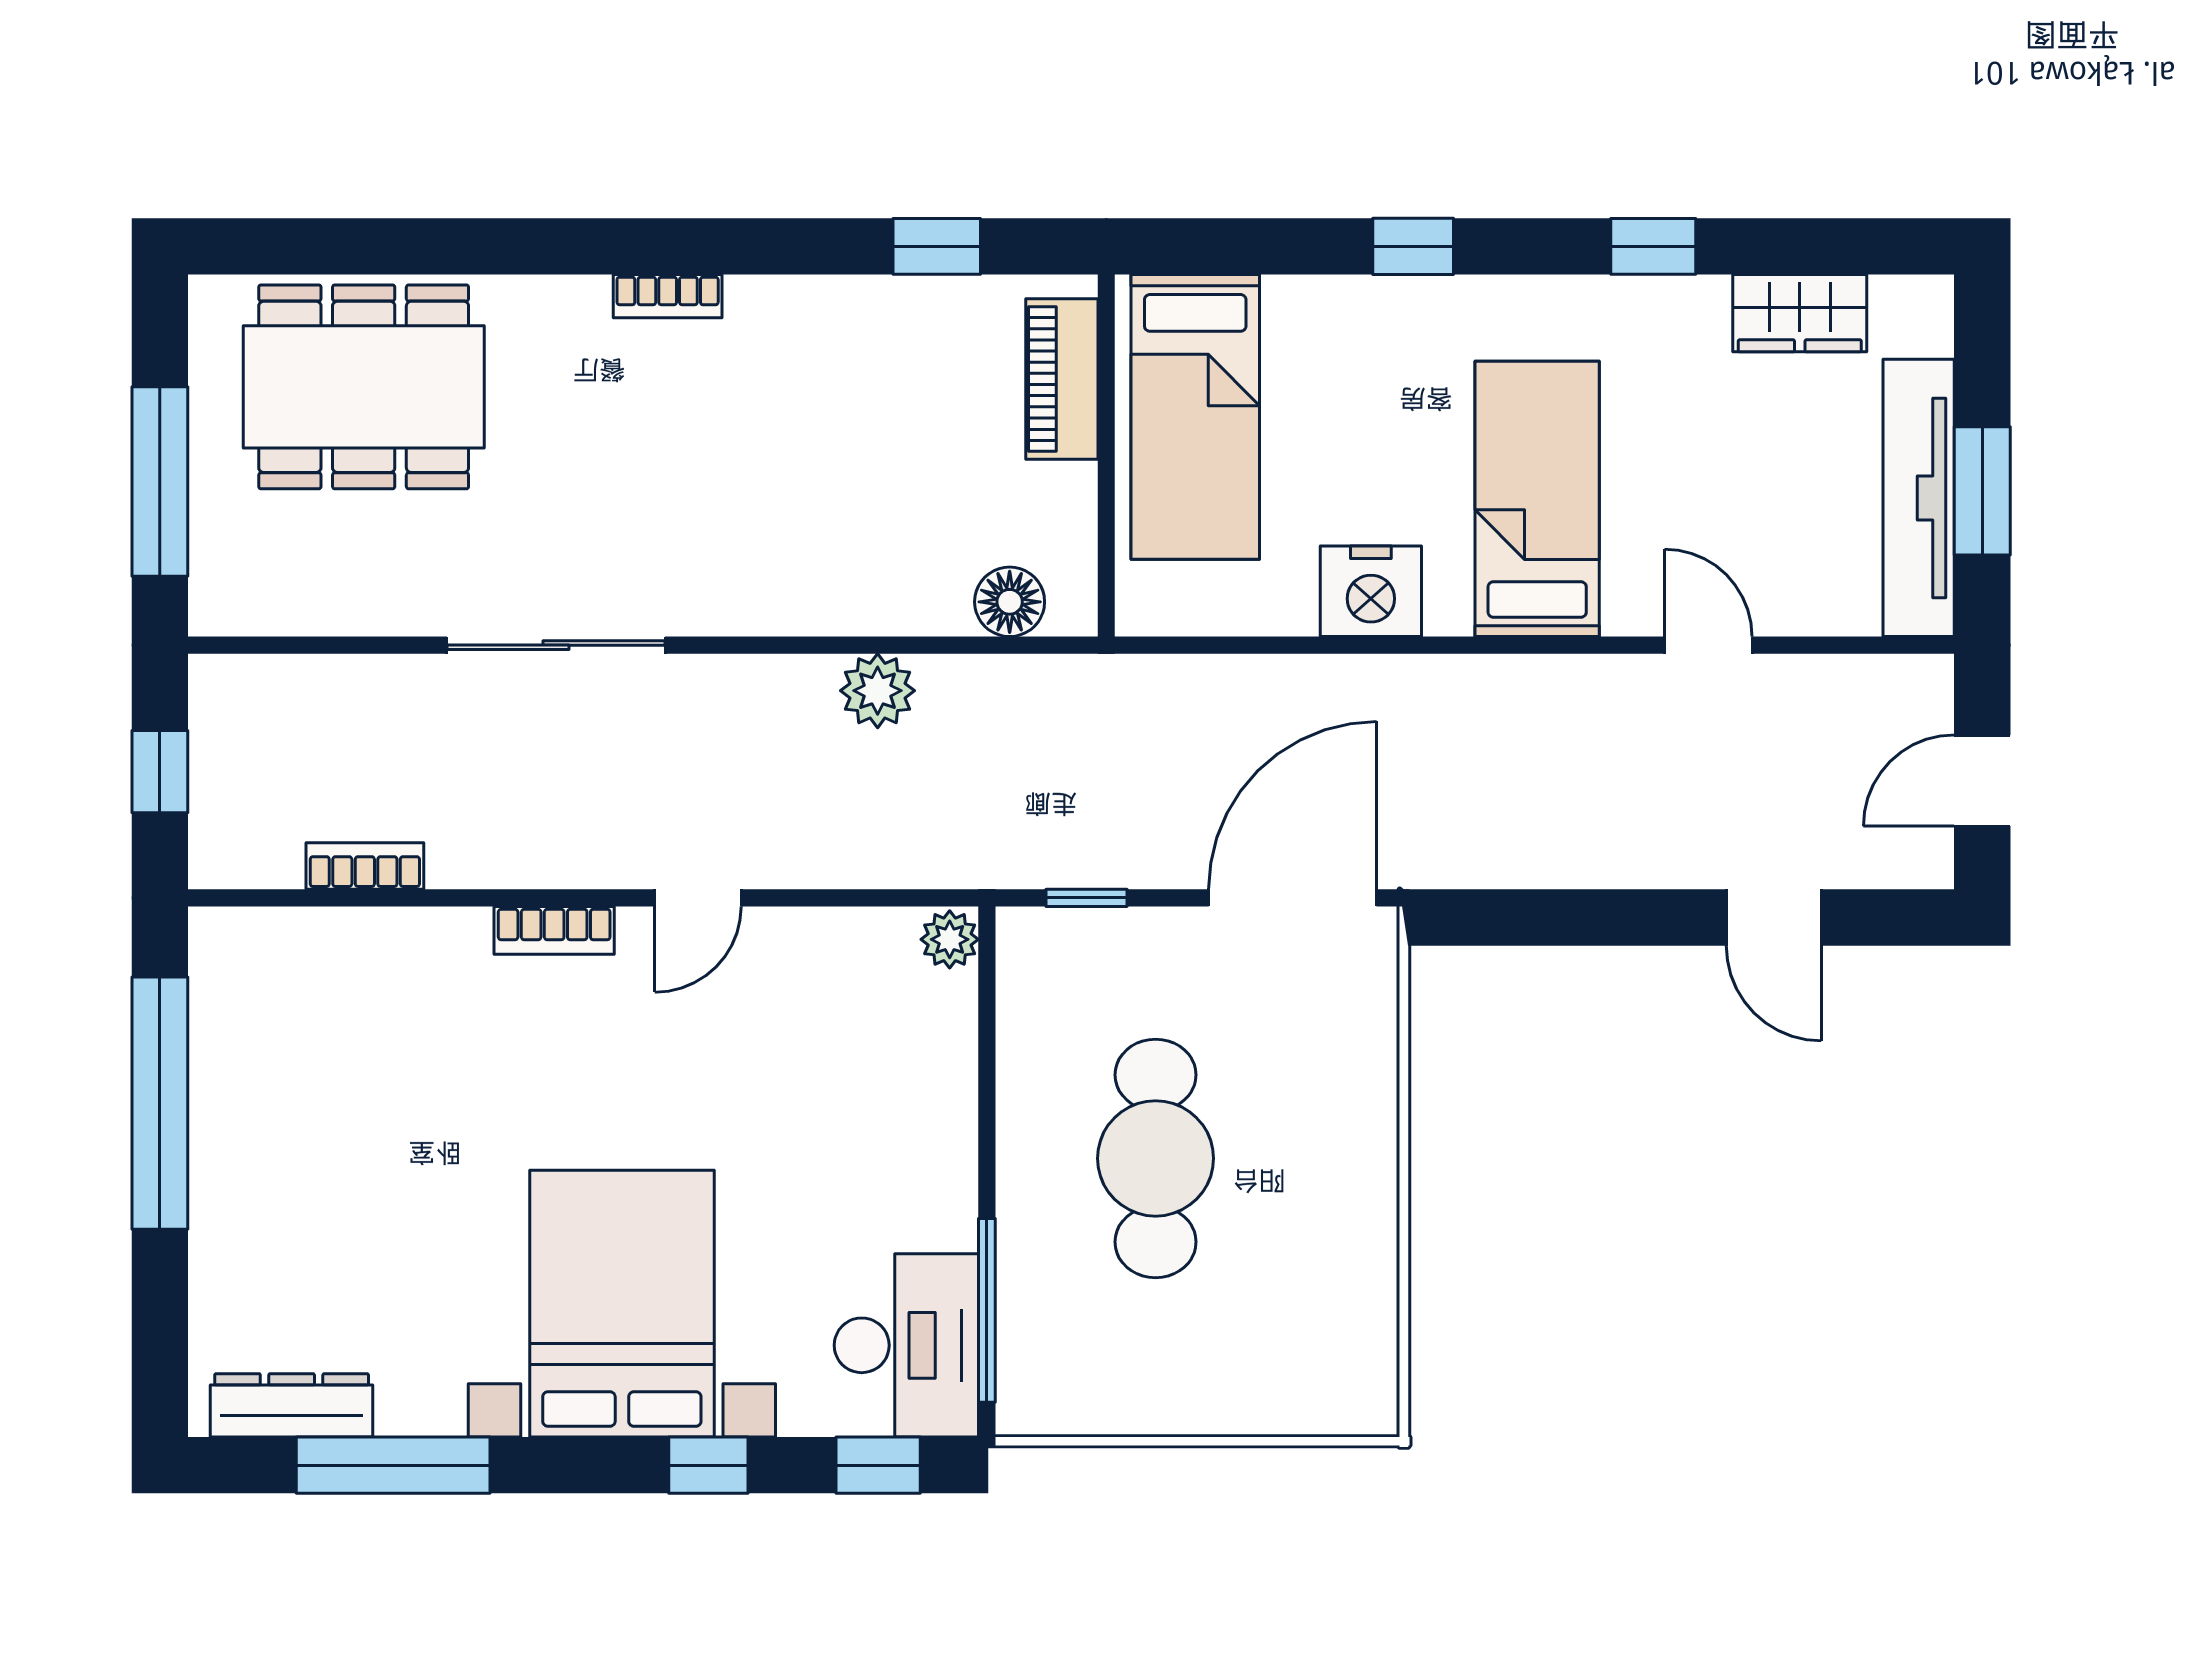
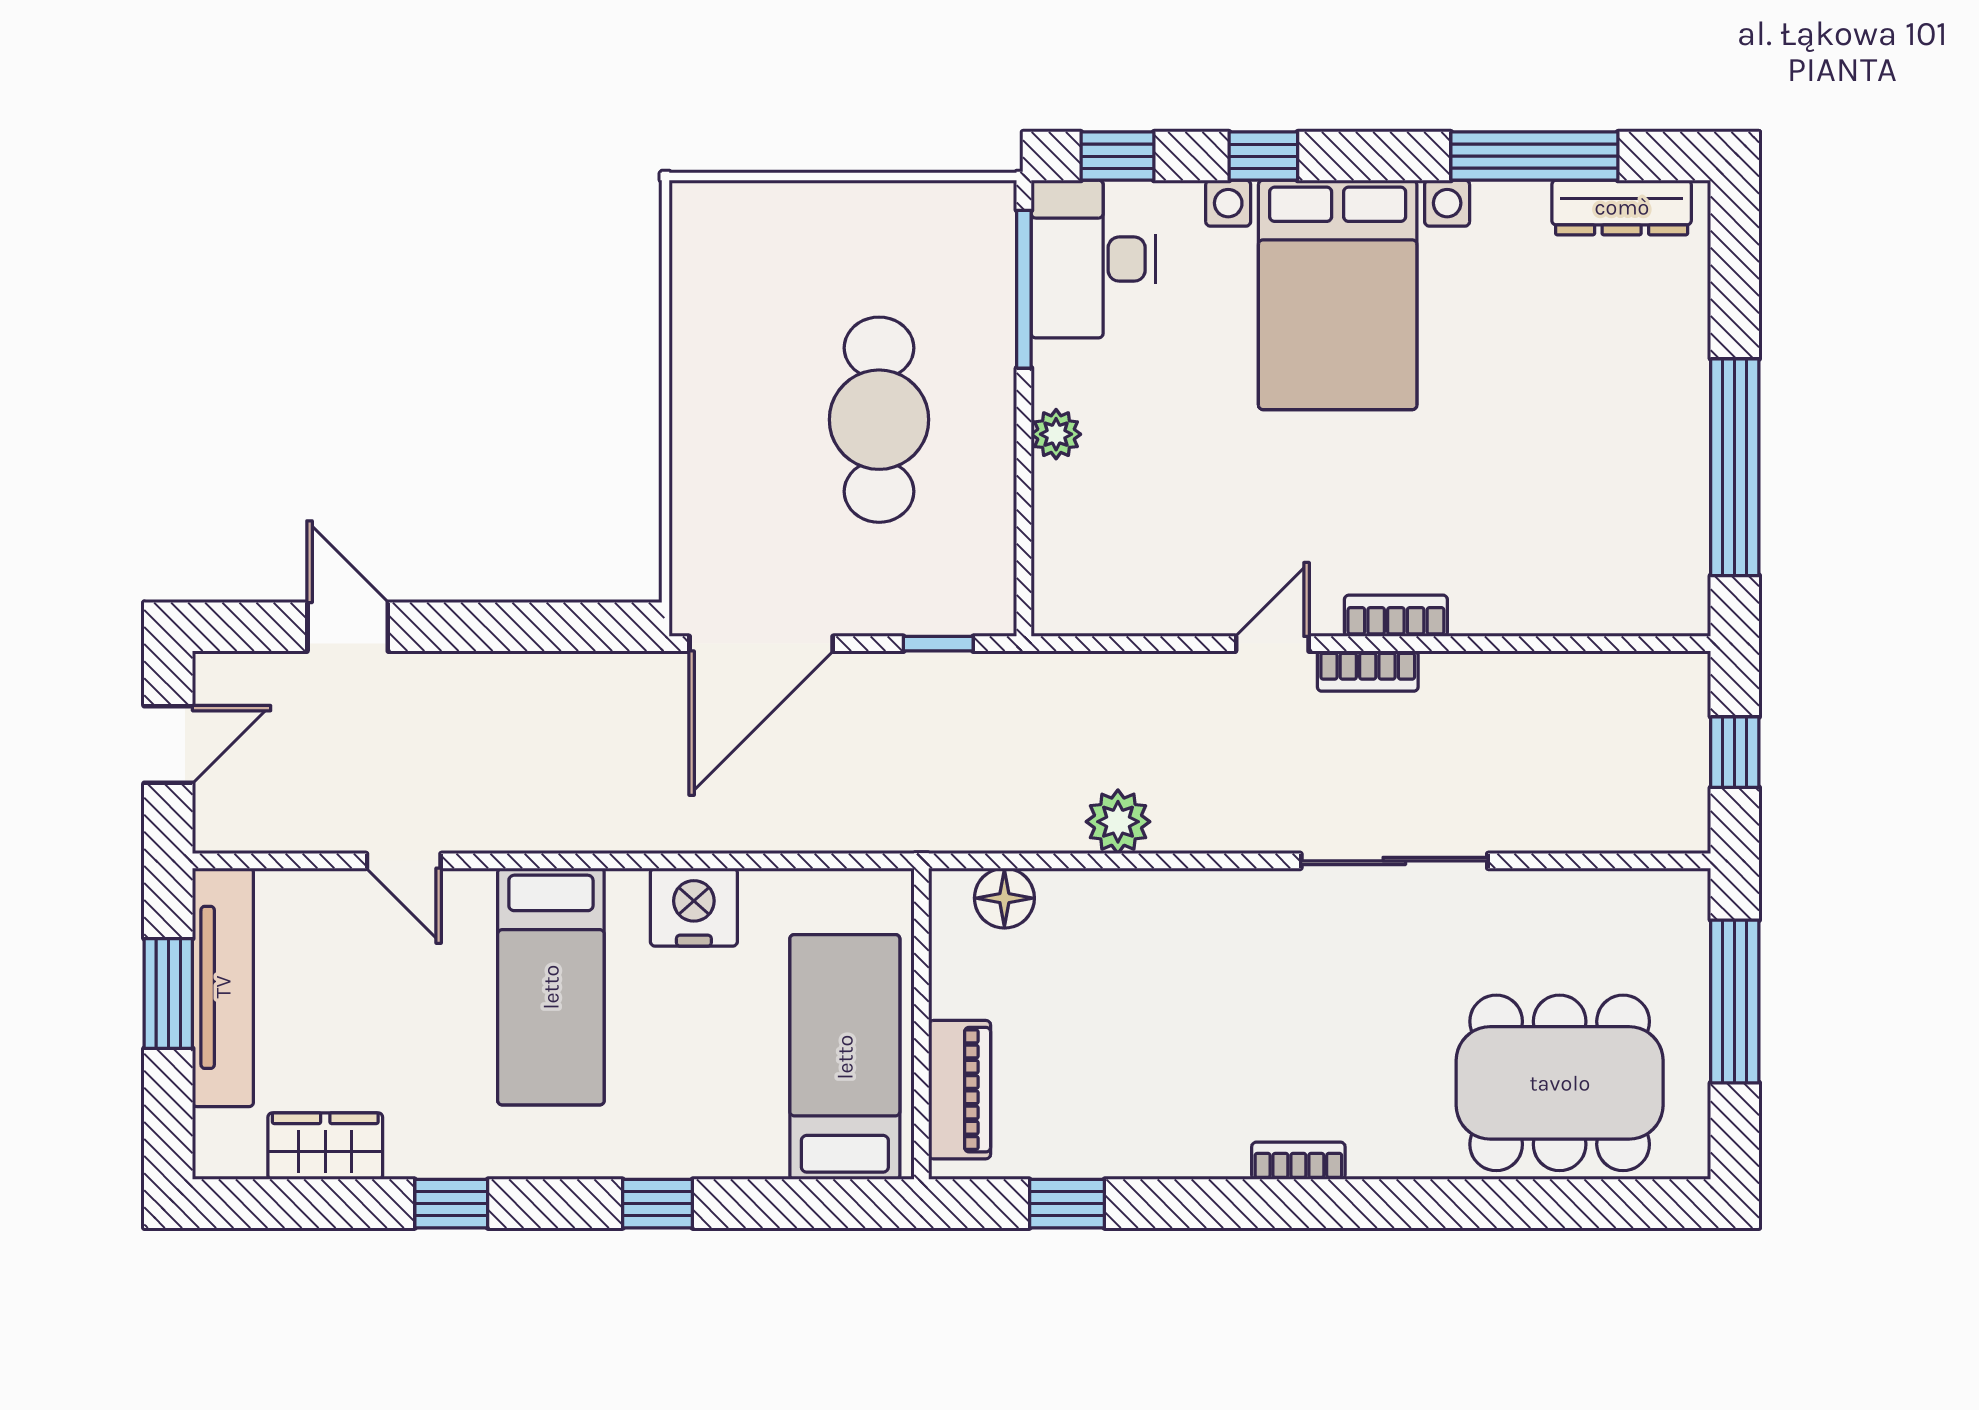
bookcase: (365, 866) -> (1368, 671), moved
plant: (950, 939) -> (1056, 434), moved

